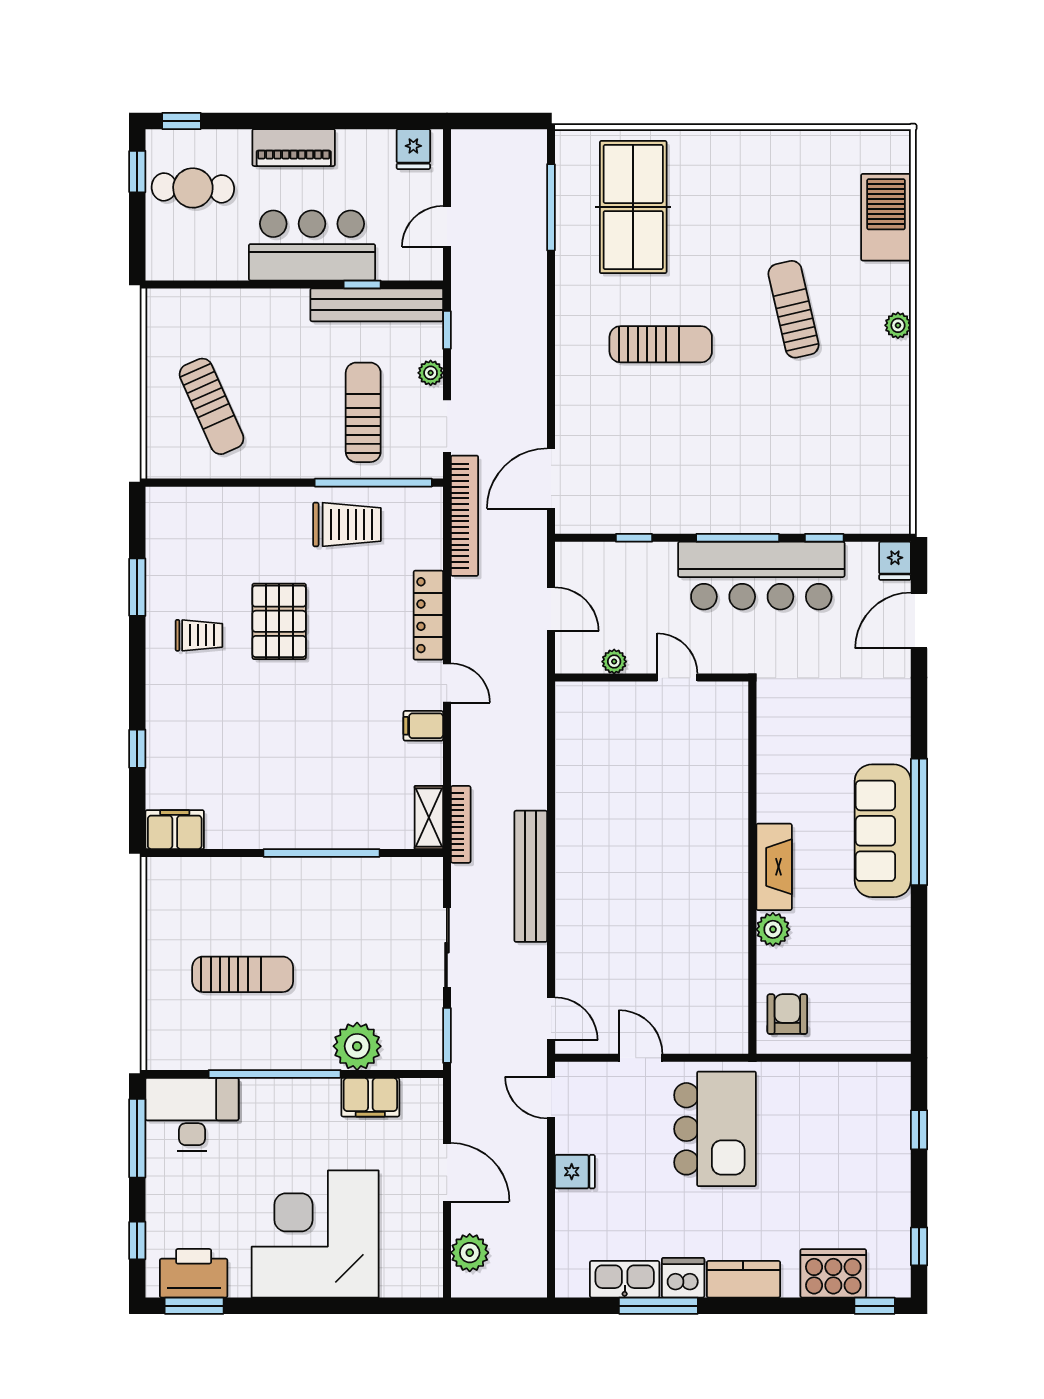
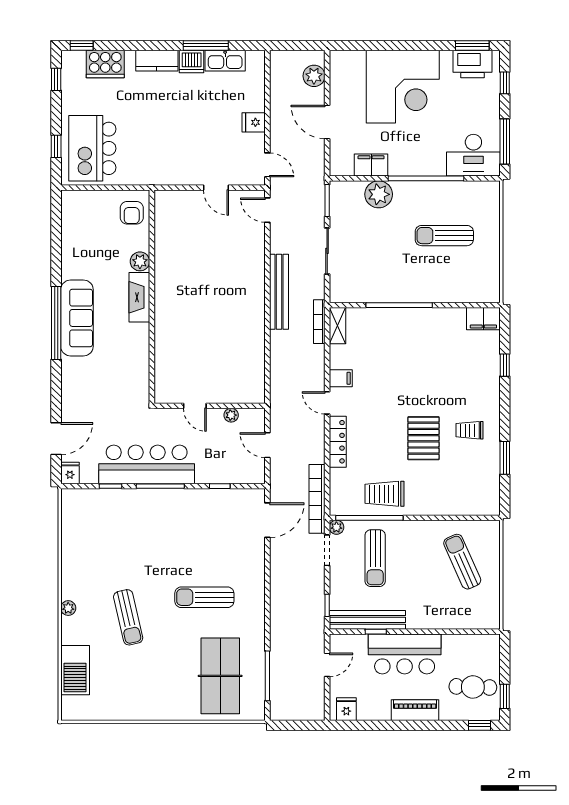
plant: (431, 373) -> (336, 527), moved
kitchen island: (715, 1129) -> (92, 148), moved

